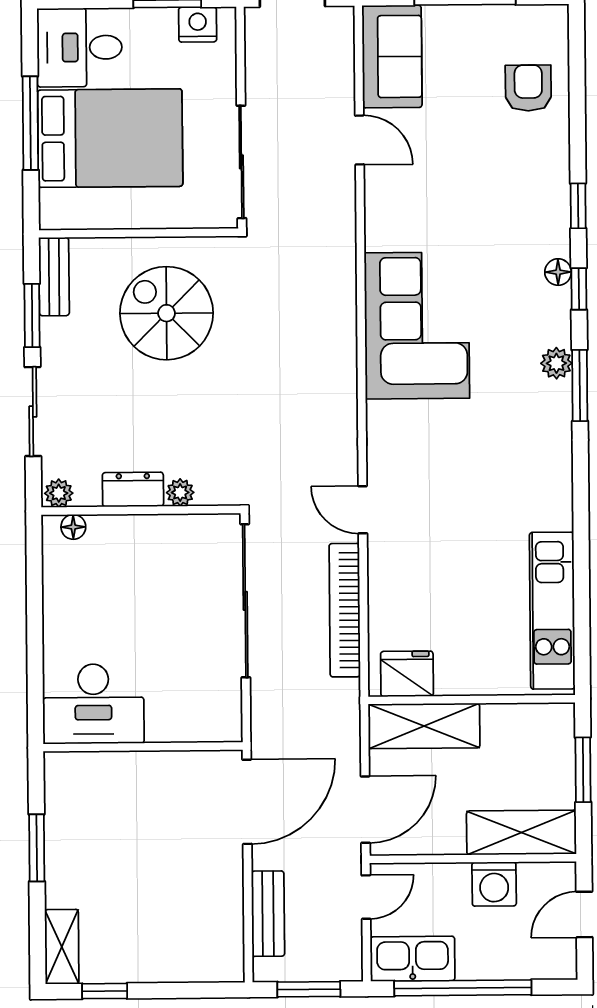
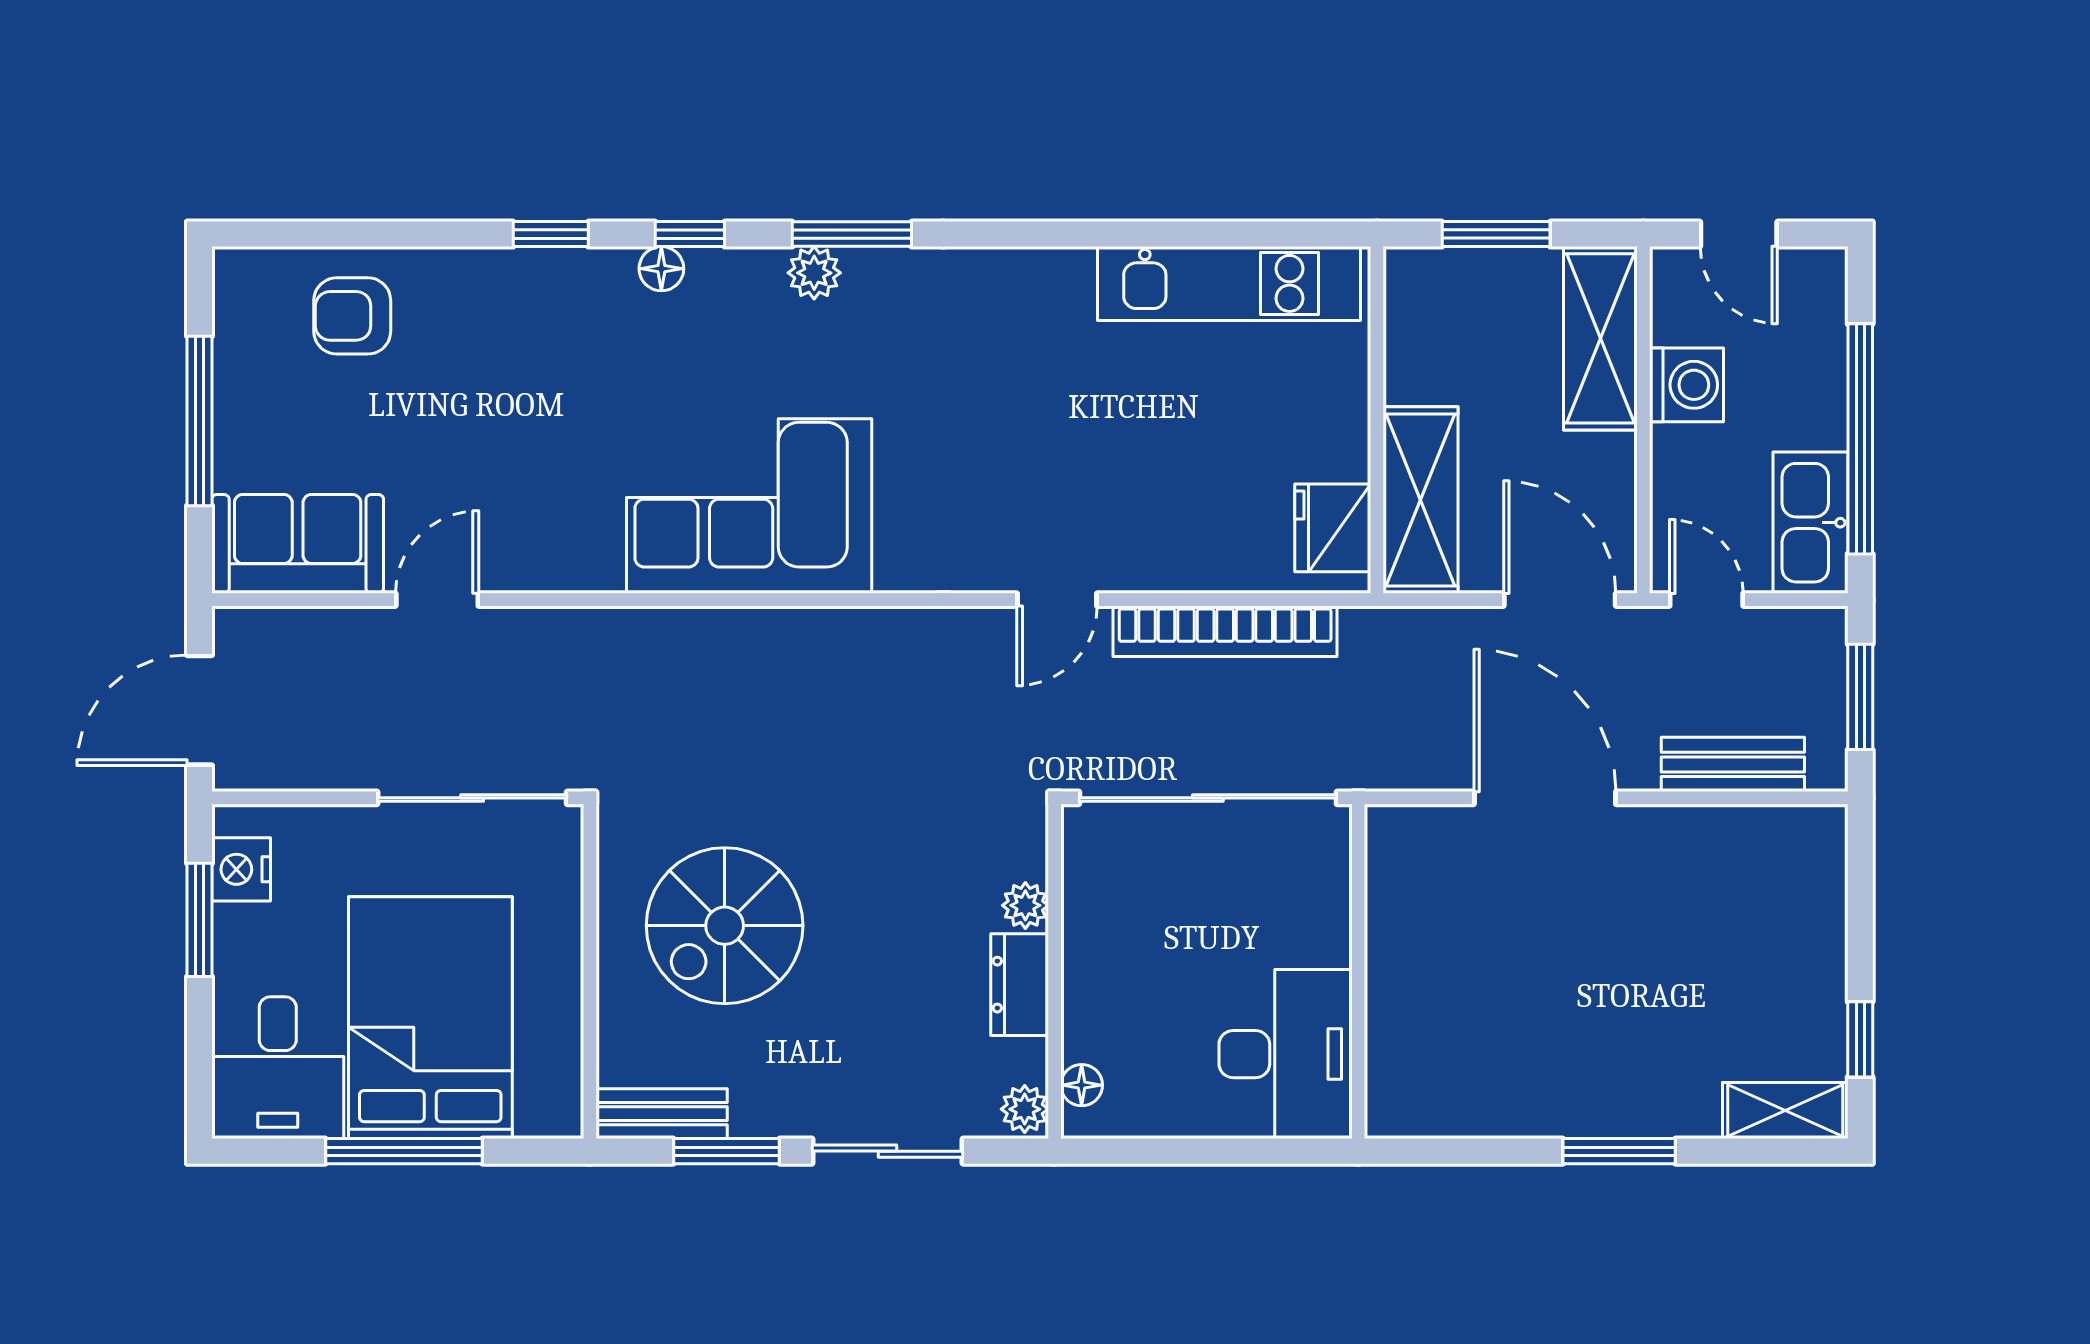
desk: (93, 704) -> (1286, 1054), moved
wall: (143, 747) -> (1358, 971), moved

